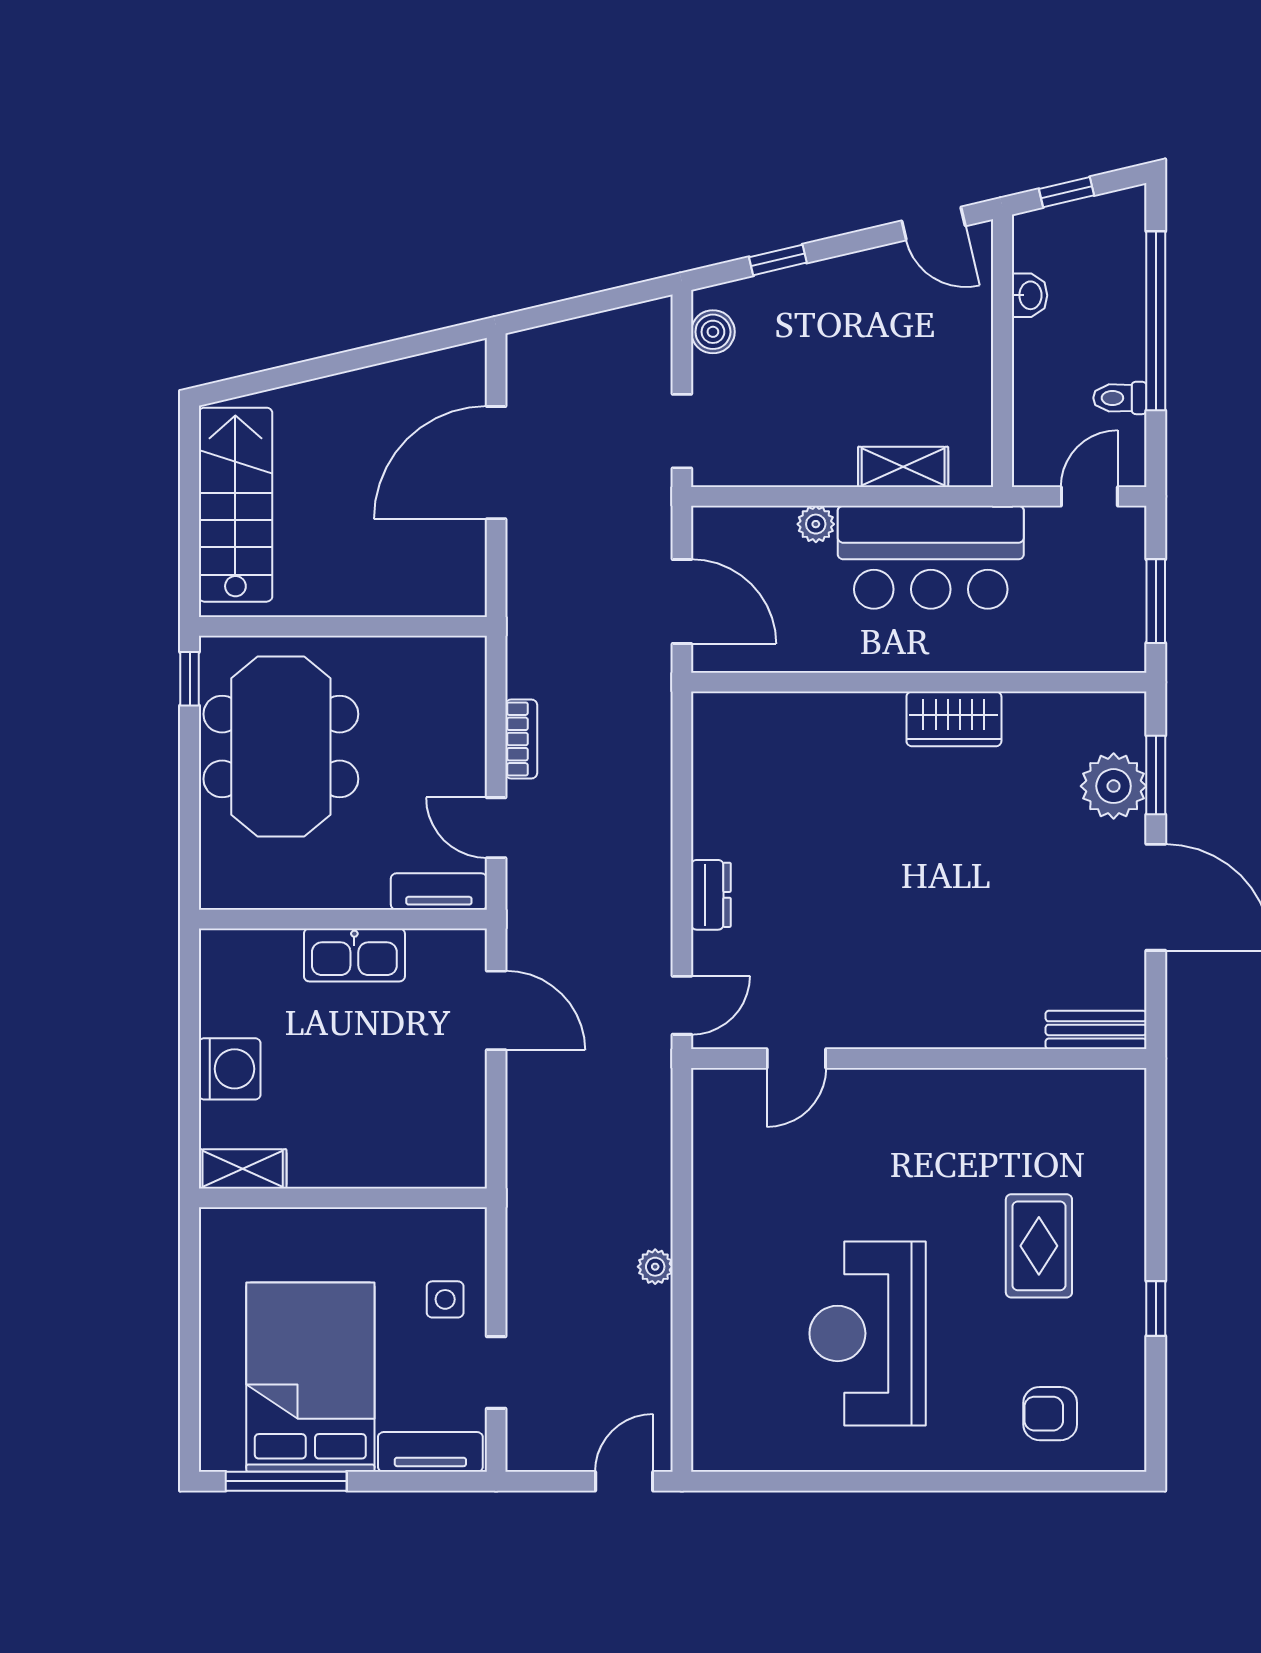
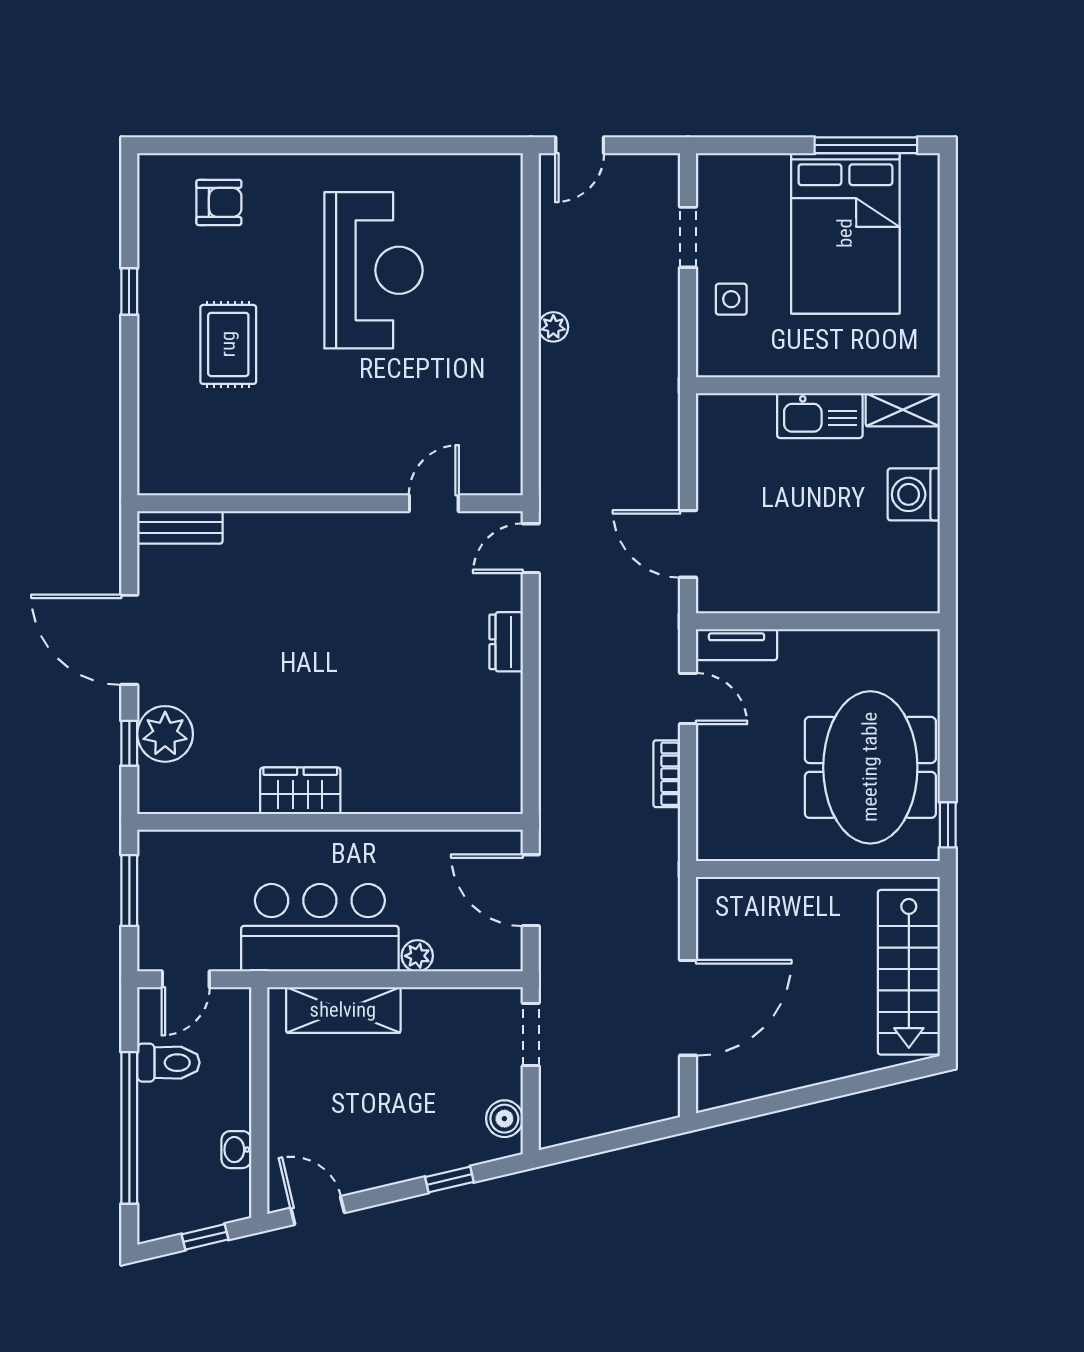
toilet: (1120, 398) -> (168, 1063), width x1.37, depth x1.39
shelving: (903, 467) -> (343, 1010), width x1.50, depth x1.33
window: (1156, 775) -> (129, 743), width x0.67
kitchen sink: (354, 955) -> (820, 416), moved, turned 180
tv unit: (430, 1452) -> (744, 170), removed

